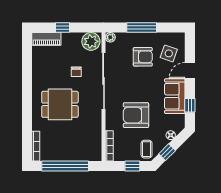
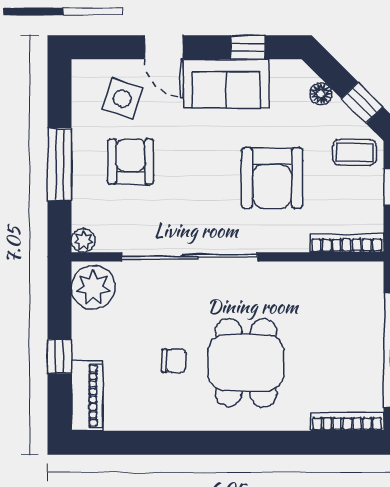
chair: (76, 72) -> (174, 361), moved

